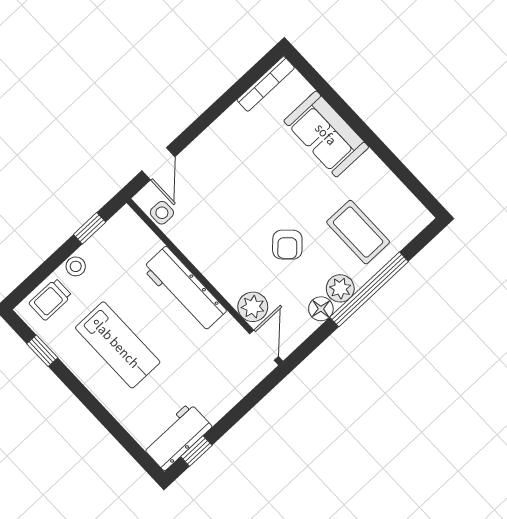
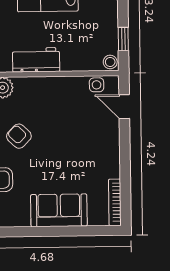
stool: (76, 266) -> (110, 62), moved
workbench: (184, 289) -> (36, 60), width x0.73

